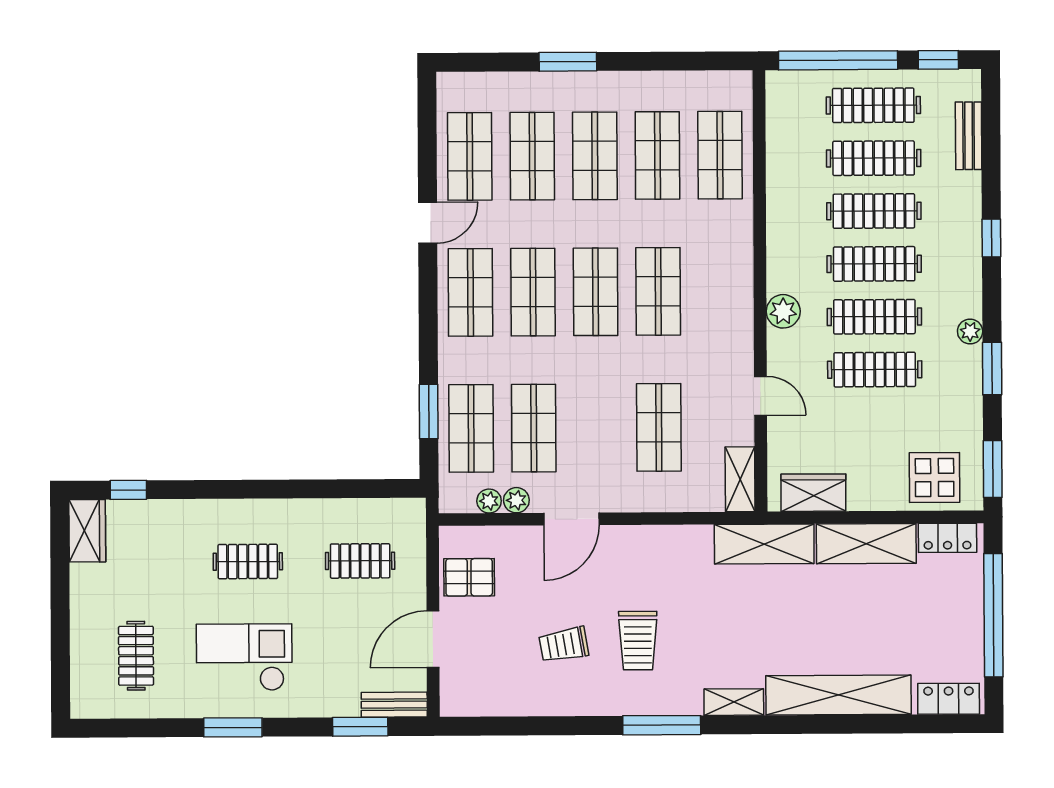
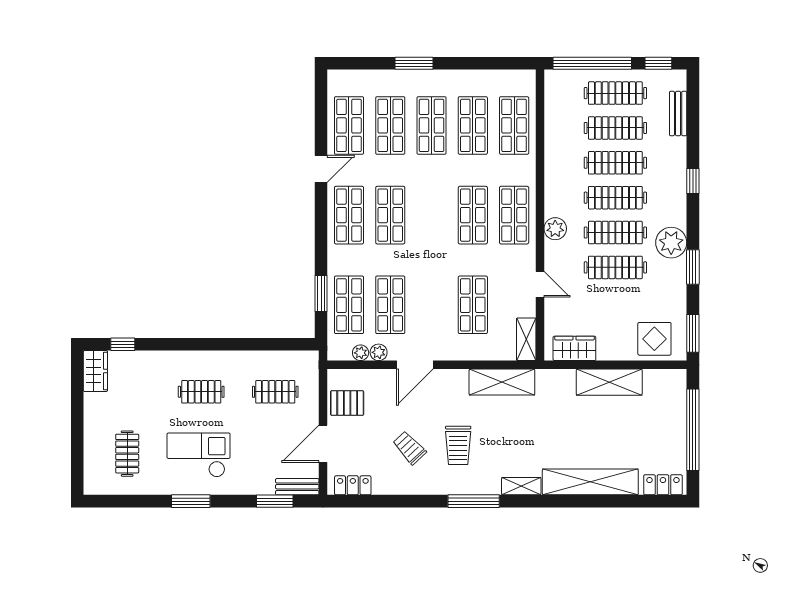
shop shelf: (596, 292) -> (514, 215), moved
plant: (970, 332) -> (671, 243), width x1.88, depth x1.88
locker: (948, 538) -> (353, 485), moved, turned 180
shelving: (764, 544) -> (502, 382), moved
trolley: (564, 645) -> (409, 448), turned 57

